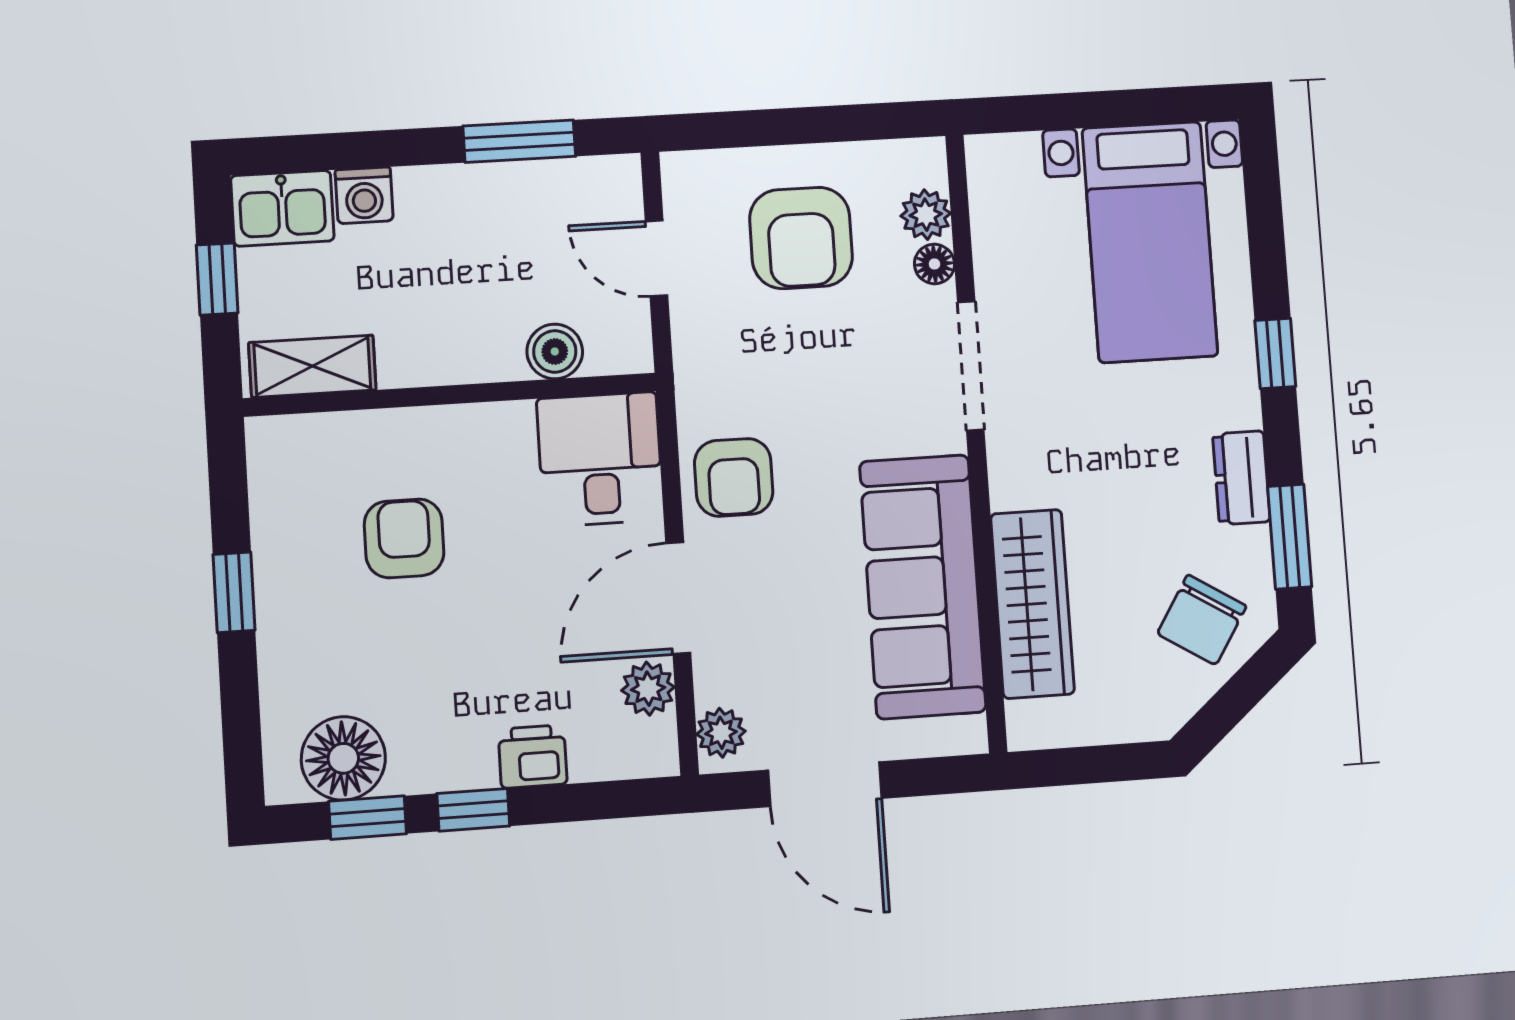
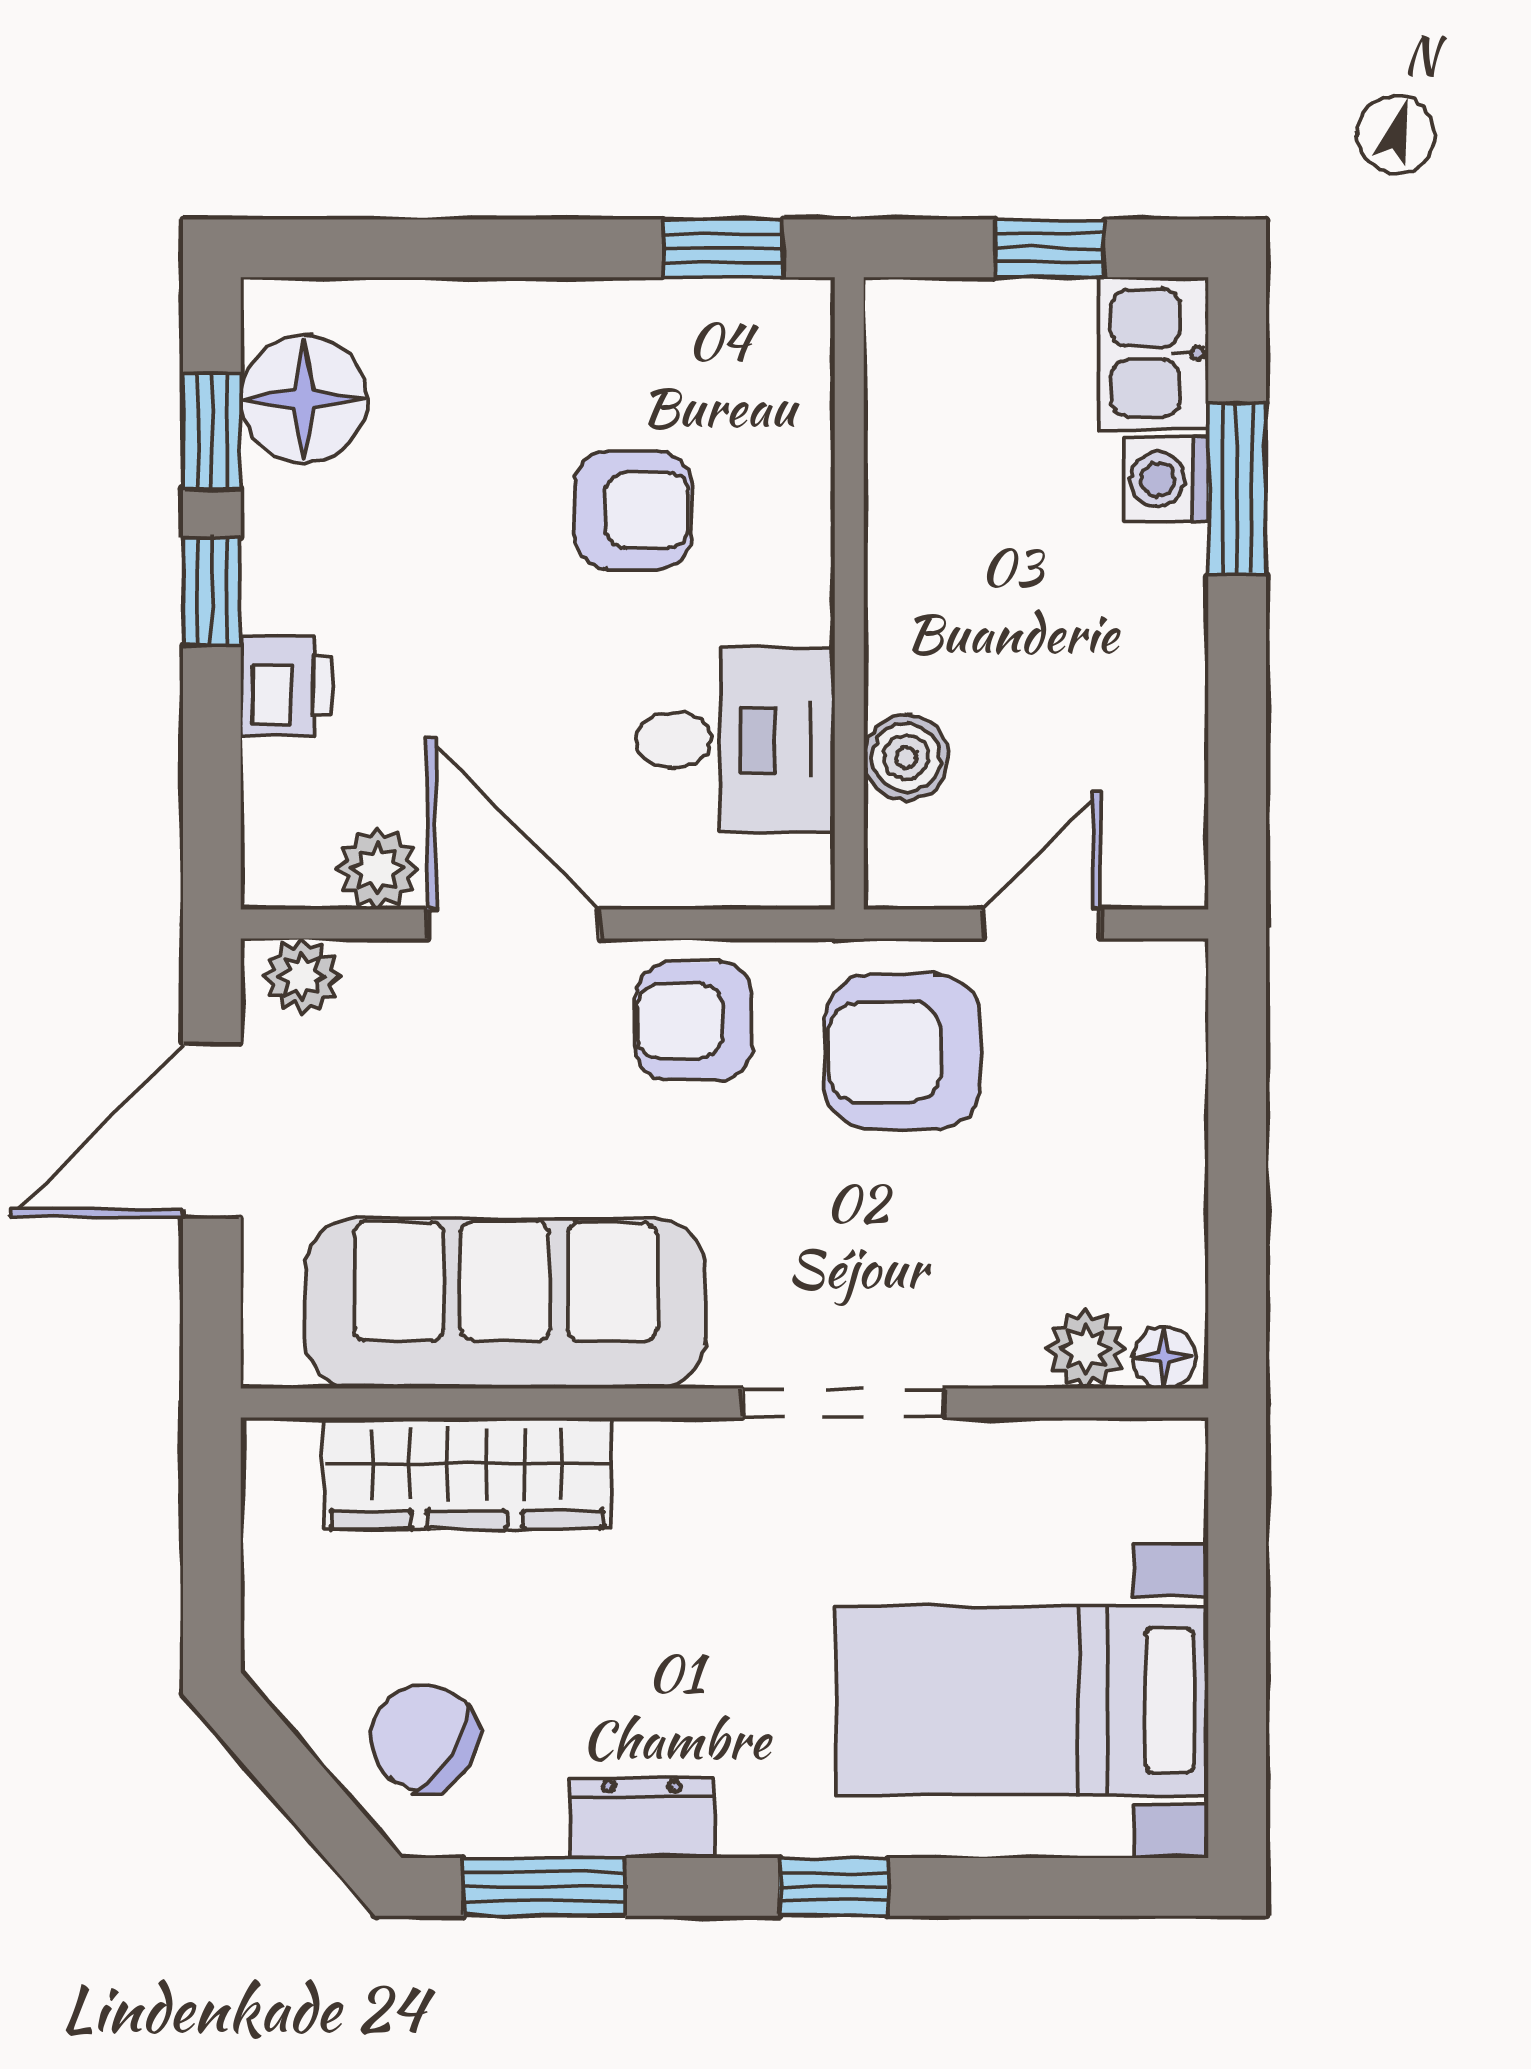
window: (519, 141) -> (1237, 489), moved
armchair: (801, 238) -> (903, 1052), moved
floor lamp: (934, 264) -> (1164, 1357), moved
shelving: (312, 366) -> (906, 386), removed
desk: (600, 459) -> (735, 740), moved
window: (234, 592) -> (723, 248), moved

